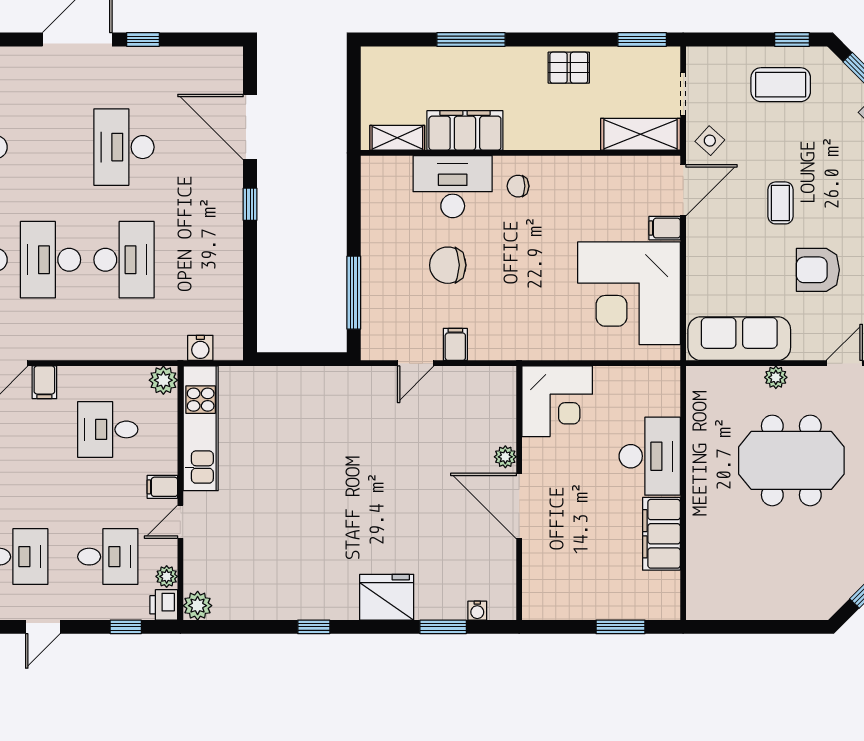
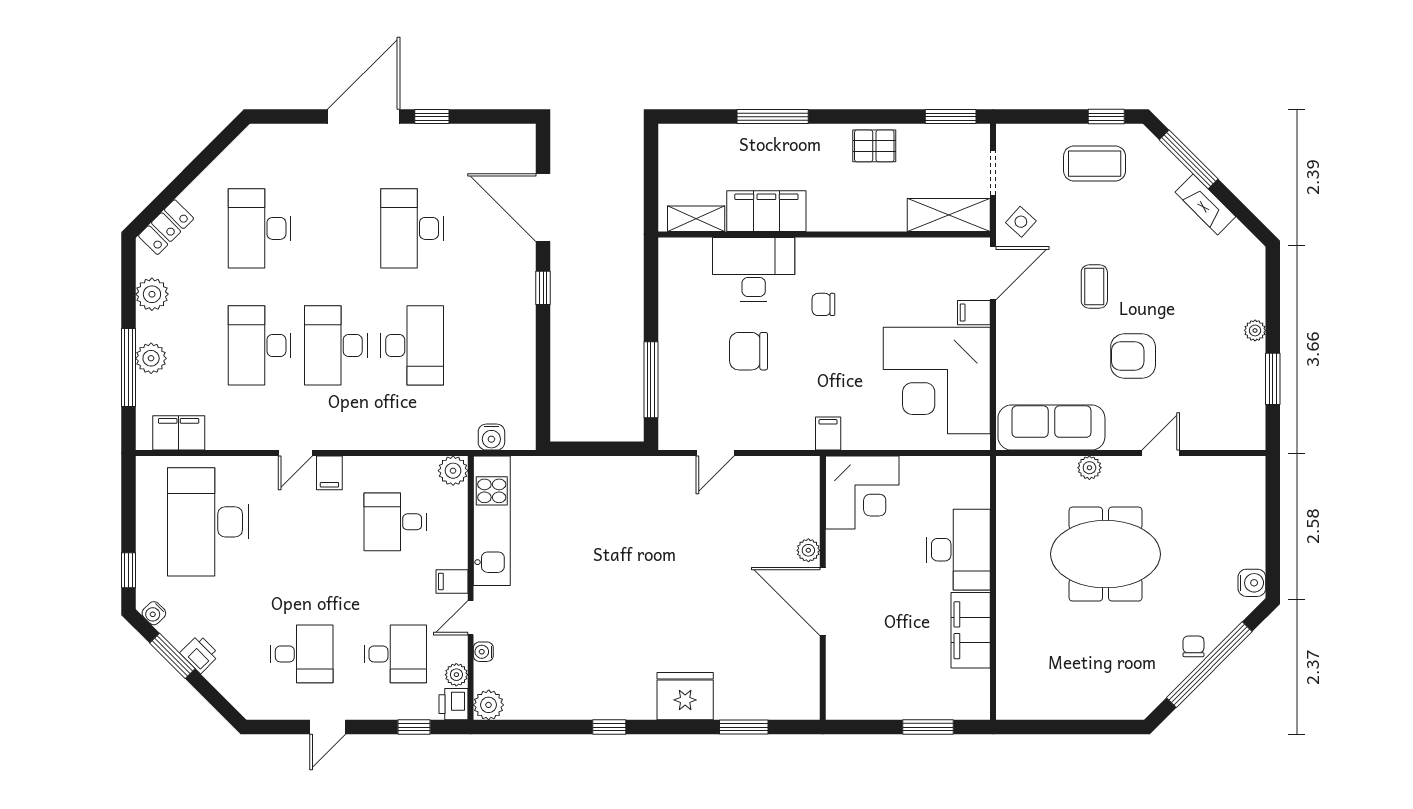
chair: (518, 186) -> (823, 304), moved
filing cabinet: (455, 344) -> (828, 434), moved
water cooler: (477, 611) -> (483, 652), moved, turned 90

